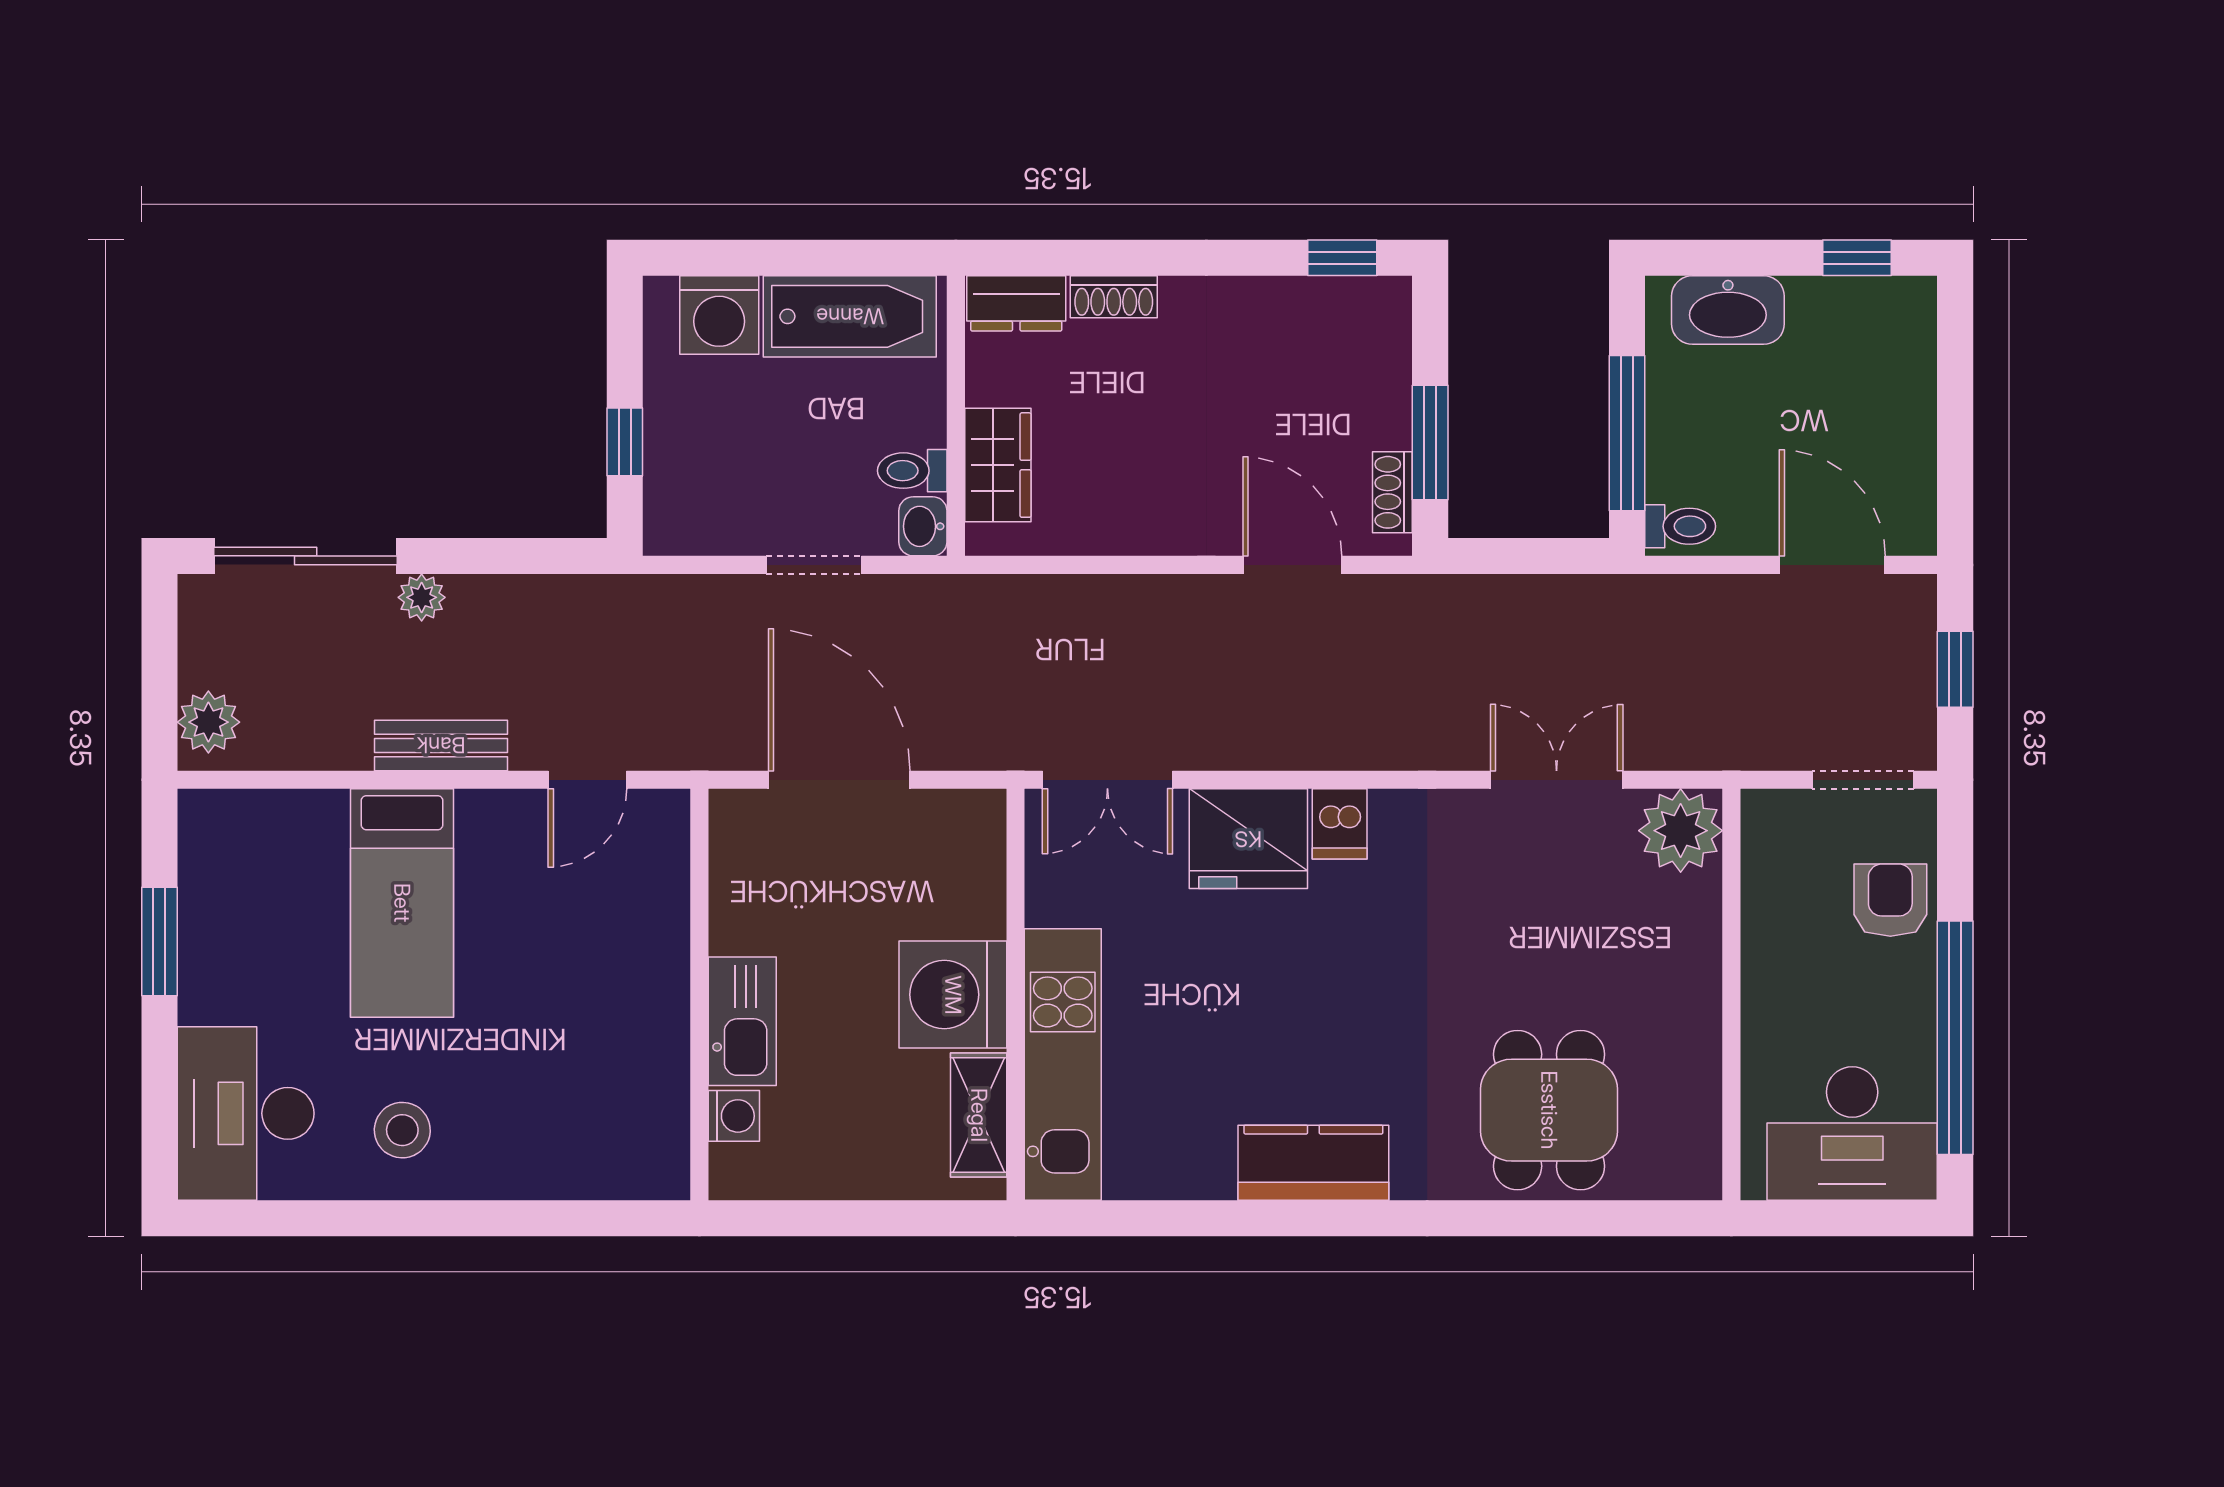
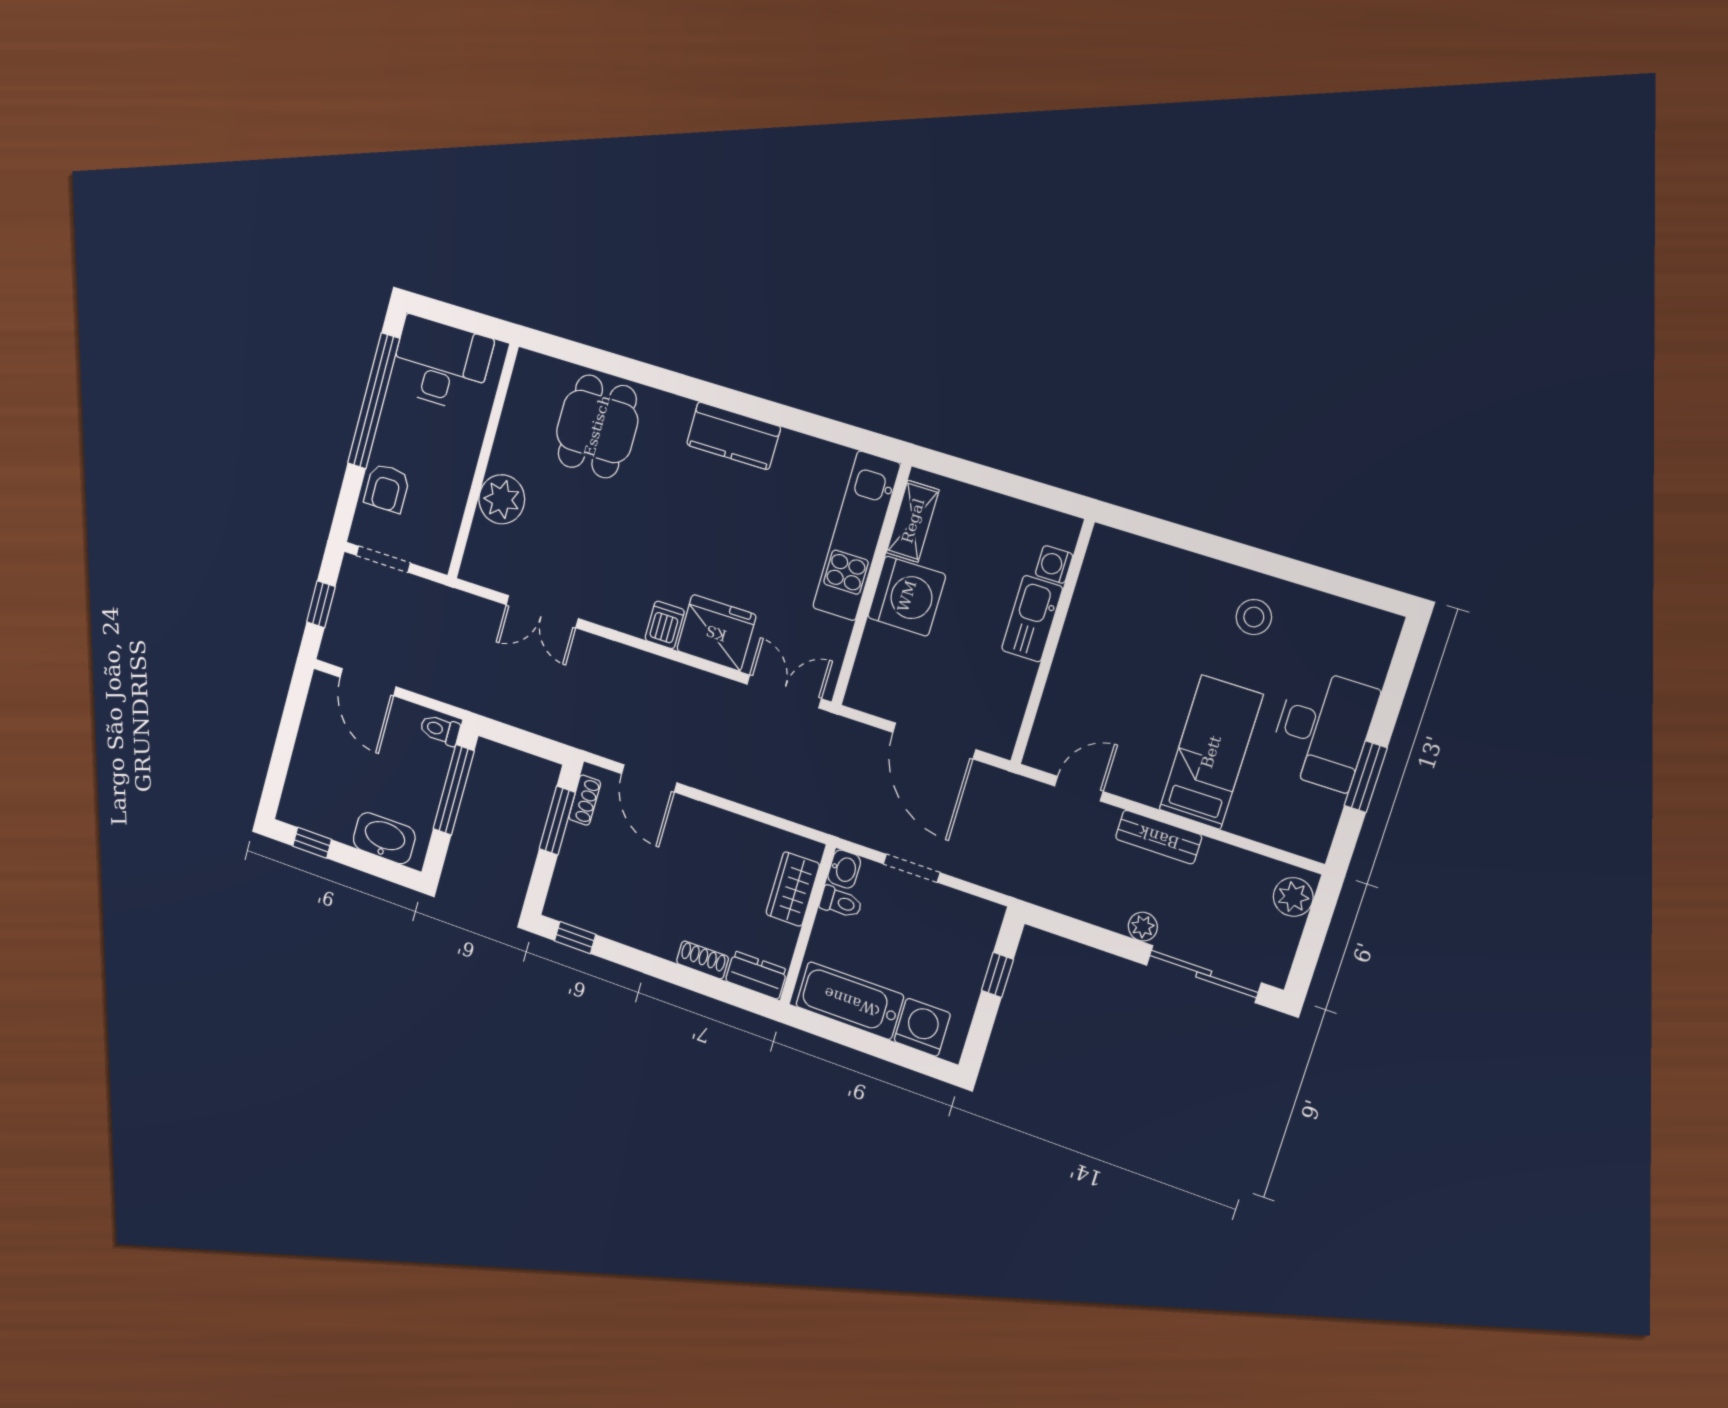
plant: (1681, 831) -> (502, 499), moved
desk: (246, 1113) -> (1323, 729), moved

